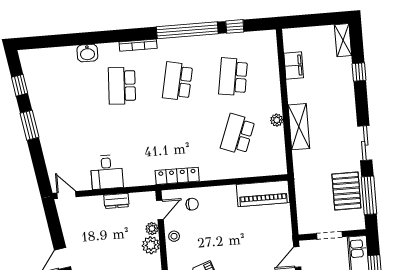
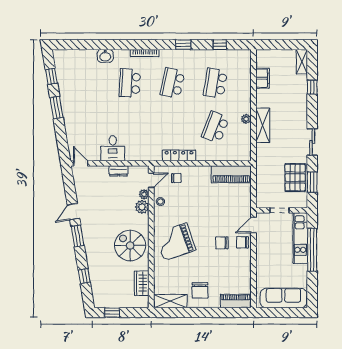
window: (187, 30) -> (183, 45), width x0.32
locker: (177, 176) -> (179, 155), moved
window: (369, 195) -> (312, 182), width x0.69

